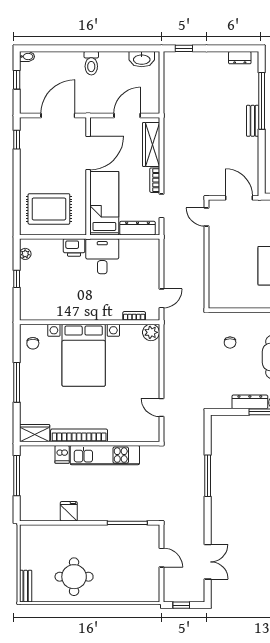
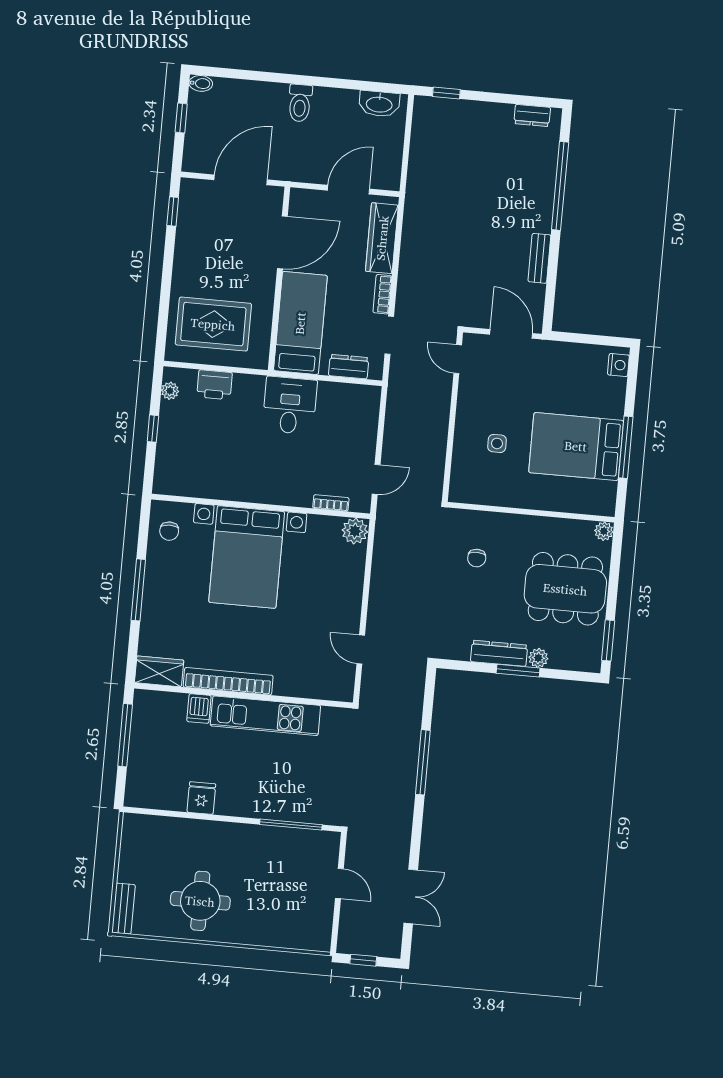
bench: (253, 121) -> (539, 258), moved
dresser: (138, 228) -> (349, 367), width x0.70
printer: (74, 247) -> (214, 385), moved
side table: (236, 268) -> (497, 443), added

